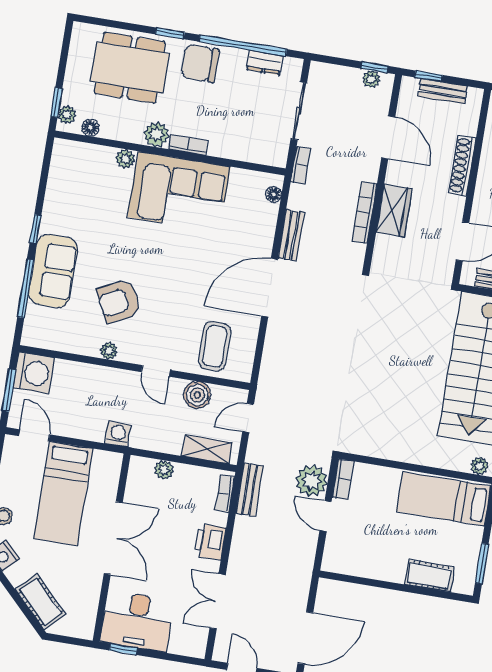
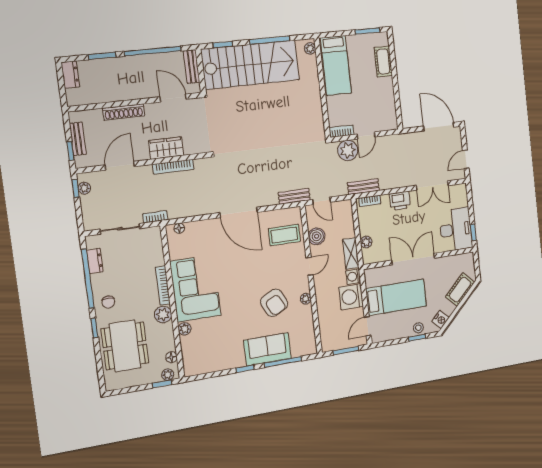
chair: (200, 63) -> (108, 302), width x0.54, depth x0.54
bookcase: (188, 145) -> (163, 285), width x1.56
bench: (291, 235) -> (294, 196), moved
washing machine: (34, 373) -> (351, 297), moved, turned -90
shelving: (207, 449) -> (351, 253), moved

